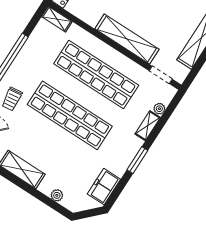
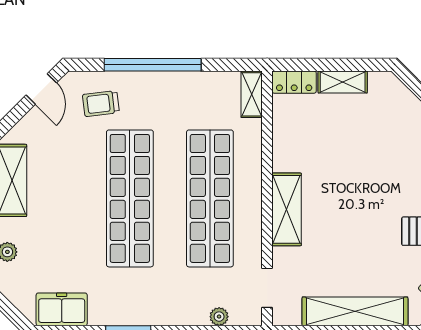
shelving: (127, 39) -> (287, 209), width x0.68
shelving: (148, 126) -> (185, 316), removed

